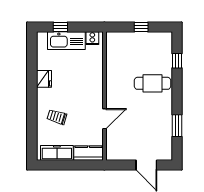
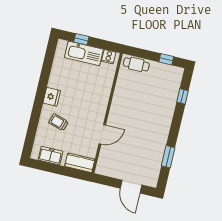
window: (141, 27) -> (166, 59), moved
fridge: (44, 79) -> (52, 97), moved
cafe table: (152, 83) -> (136, 64), moved, width x0.73, depth x0.74
freezer: (57, 153) -> (50, 156), width x0.71

